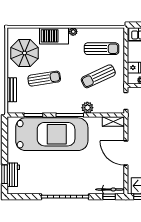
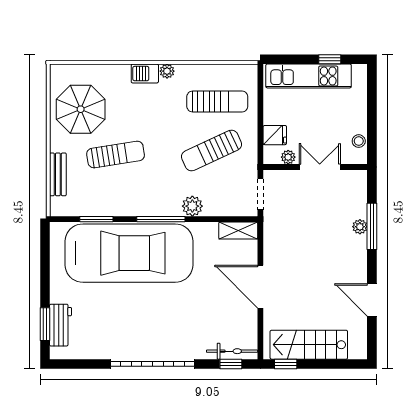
barbecue: (54, 36) -> (145, 74), width x0.53, depth x0.65

